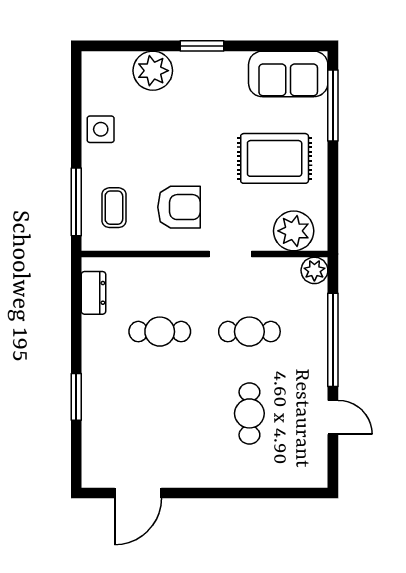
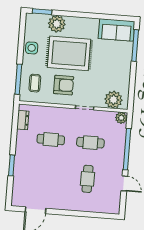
window: (202, 46) -> (42, 12), moved
rug: (275, 158) -> (69, 53), moved, width x1.37, depth x1.44

